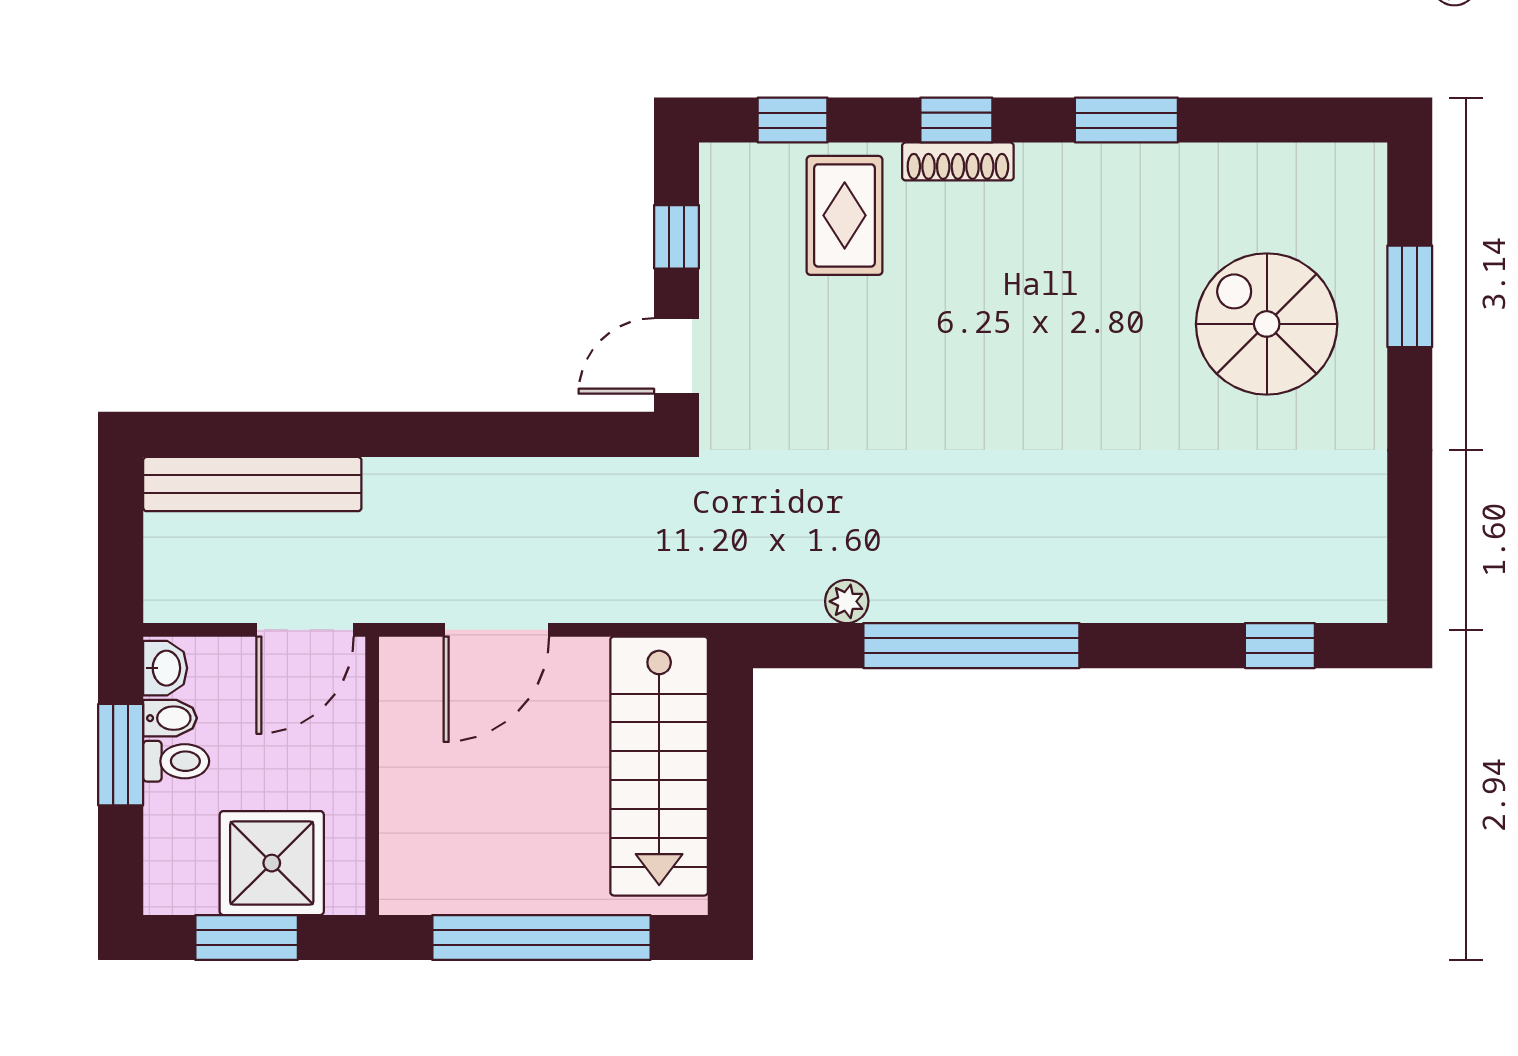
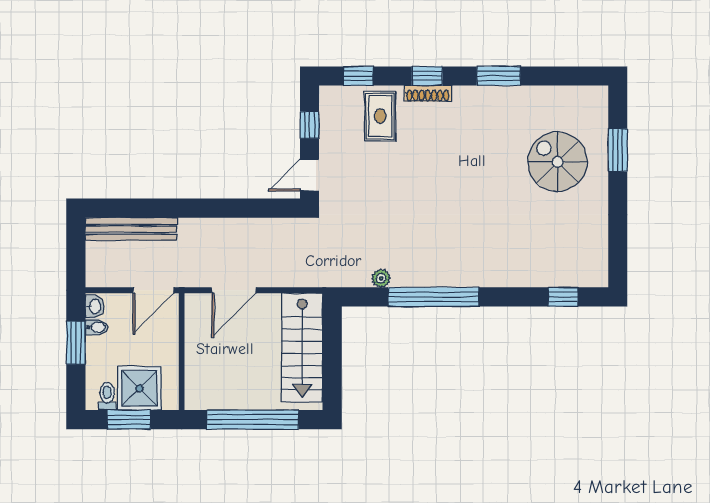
toilet: (176, 761) -> (107, 396), moved, turned -90

